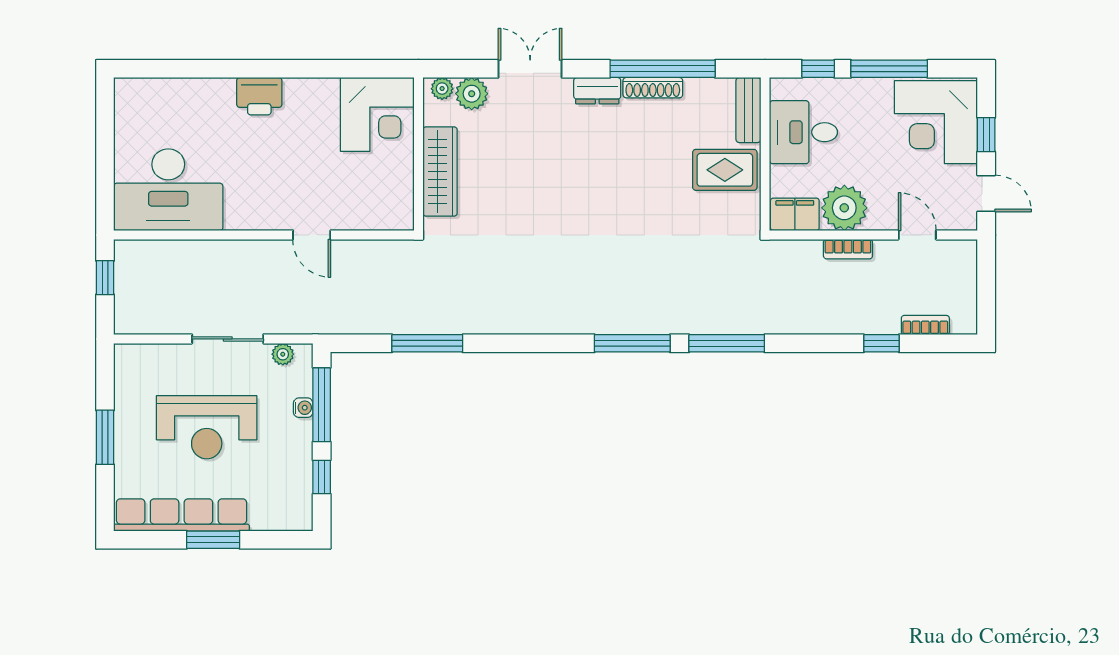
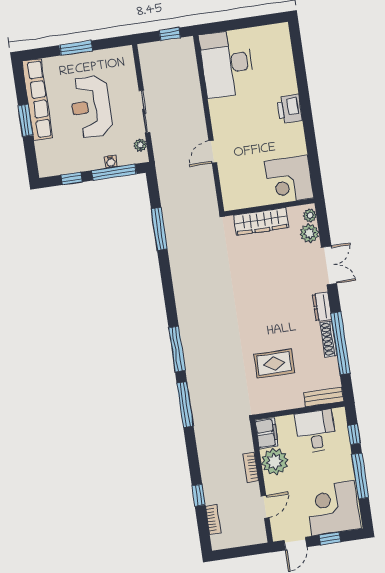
rug: (725, 170) -> (274, 363), moved, turned 90

